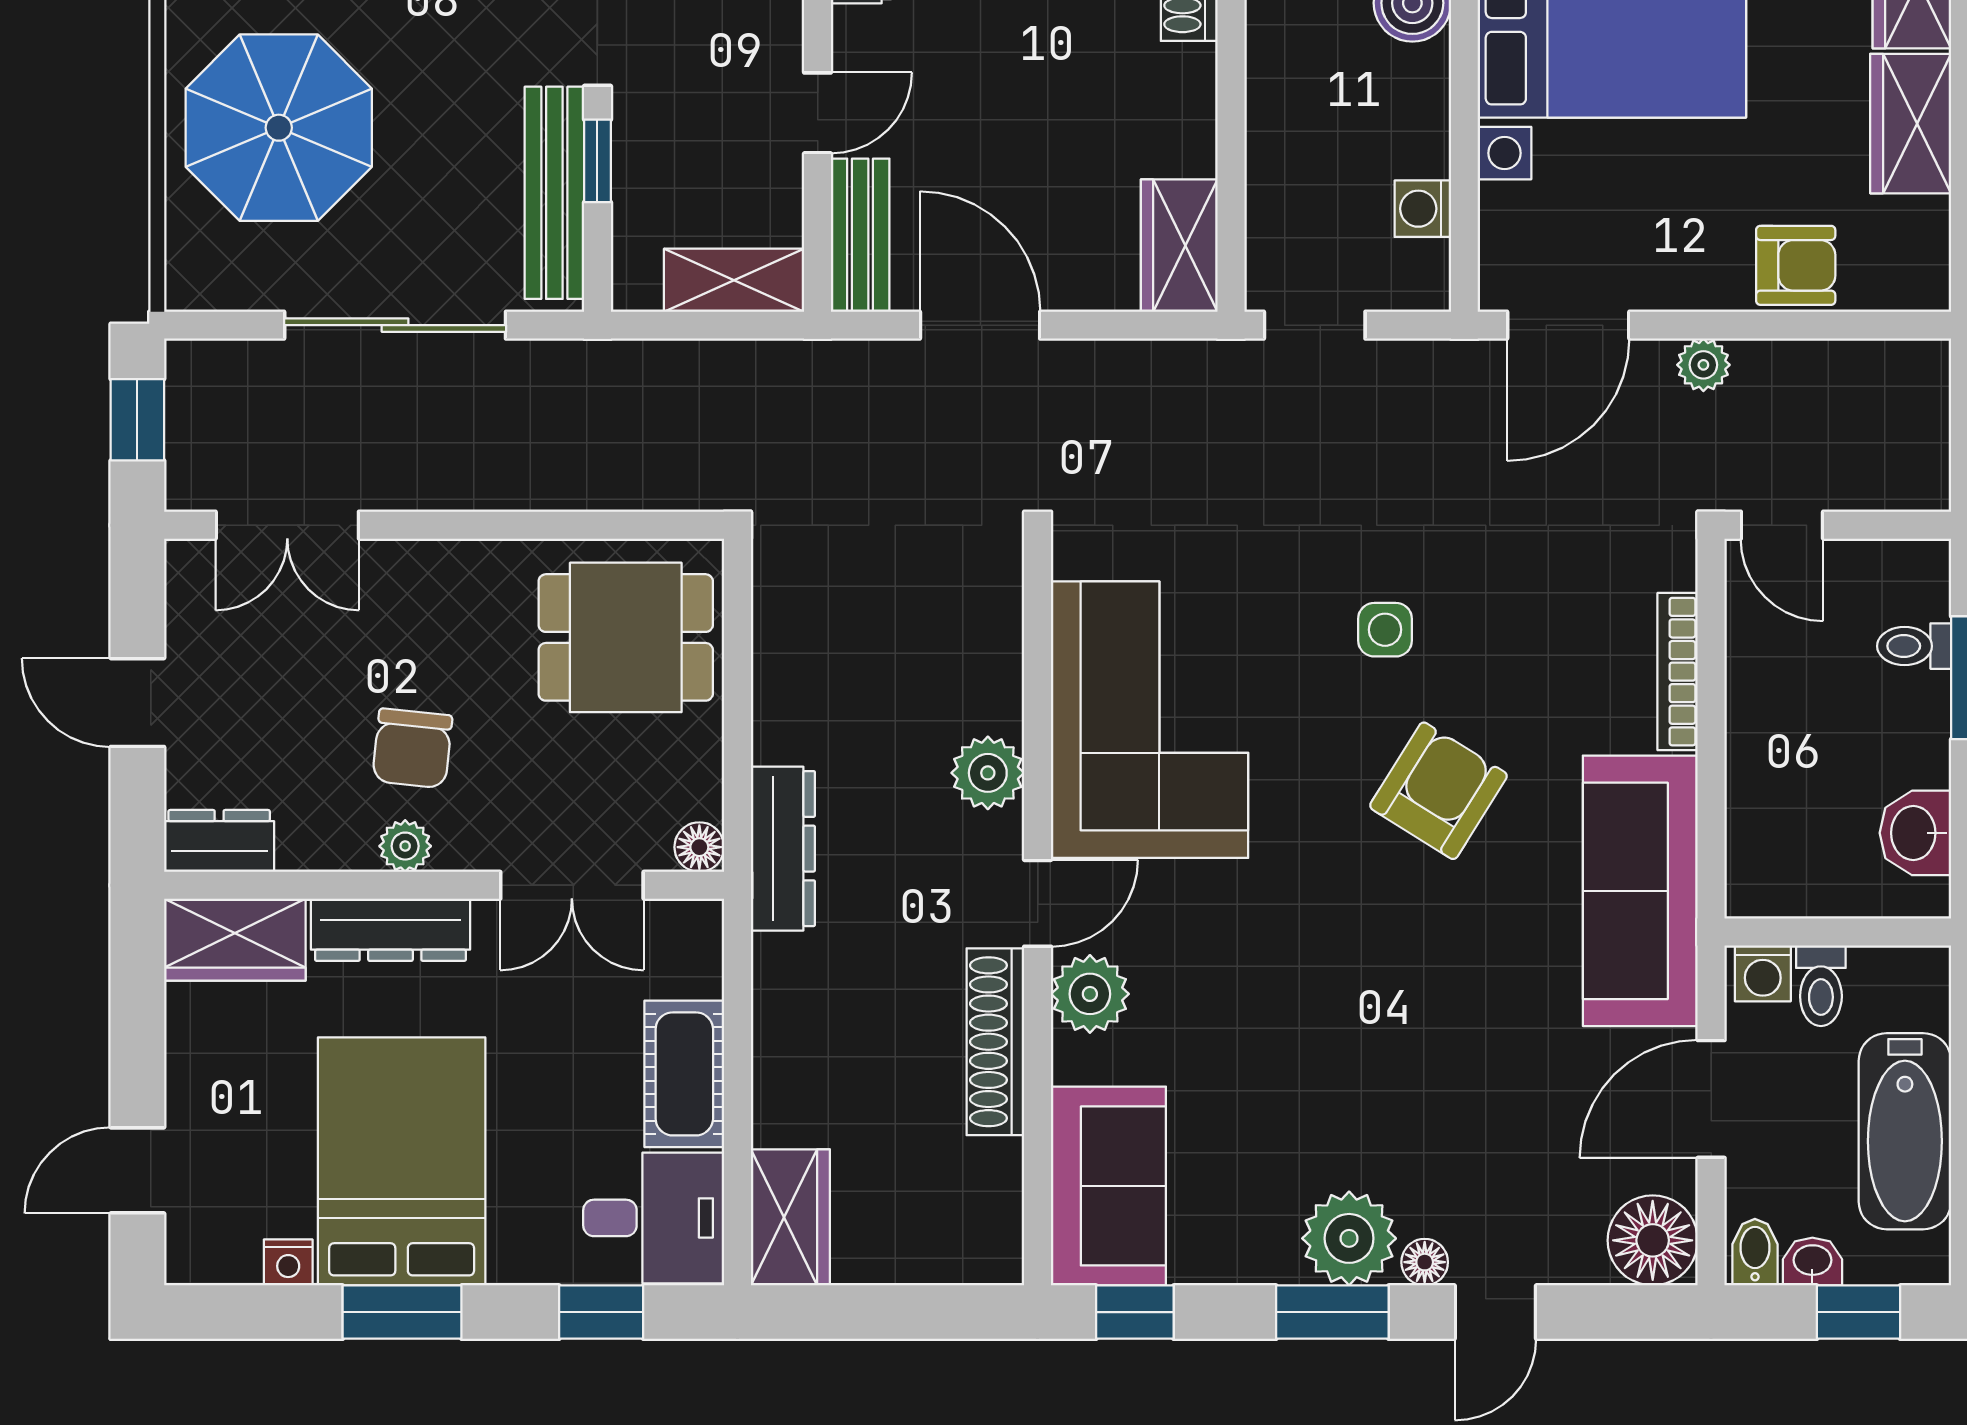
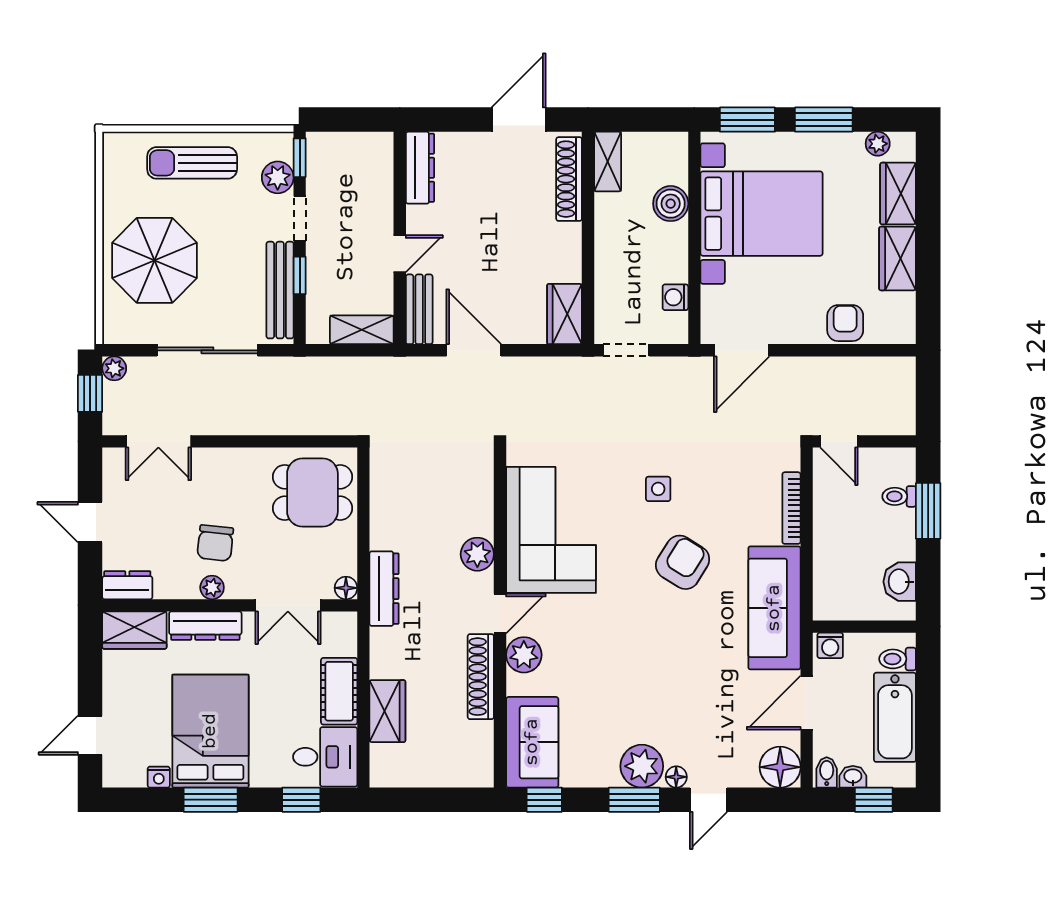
armchair: (1796, 265) -> (845, 323), turned -90
plant: (1703, 365) -> (114, 368), moved
toilet: (1821, 986) -> (898, 659), moved, turned 90
wardrobe: (790, 1217) -> (387, 711), moved

